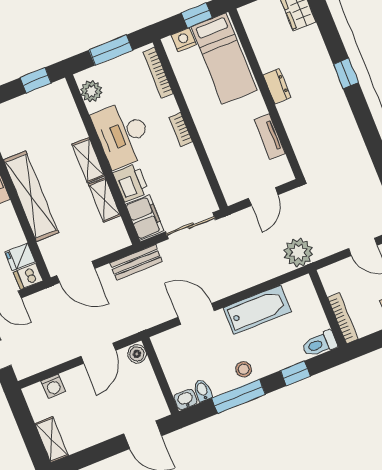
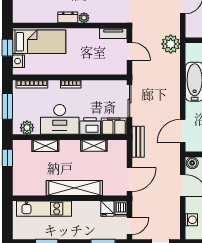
plant: (286, 110) -> (84, 18), added
tv unit: (270, 137) -> (113, 33), moved
shelving: (88, 160) -> (45, 146), moved
door: (196, 314) -> (183, 131), moved

